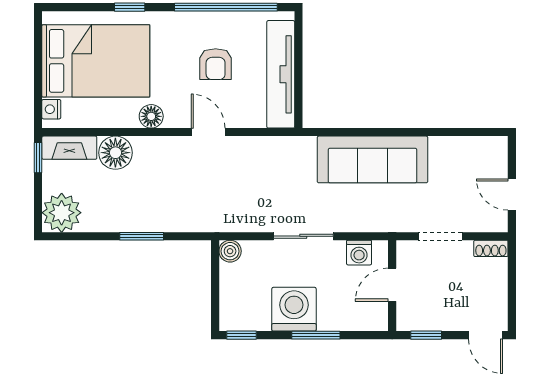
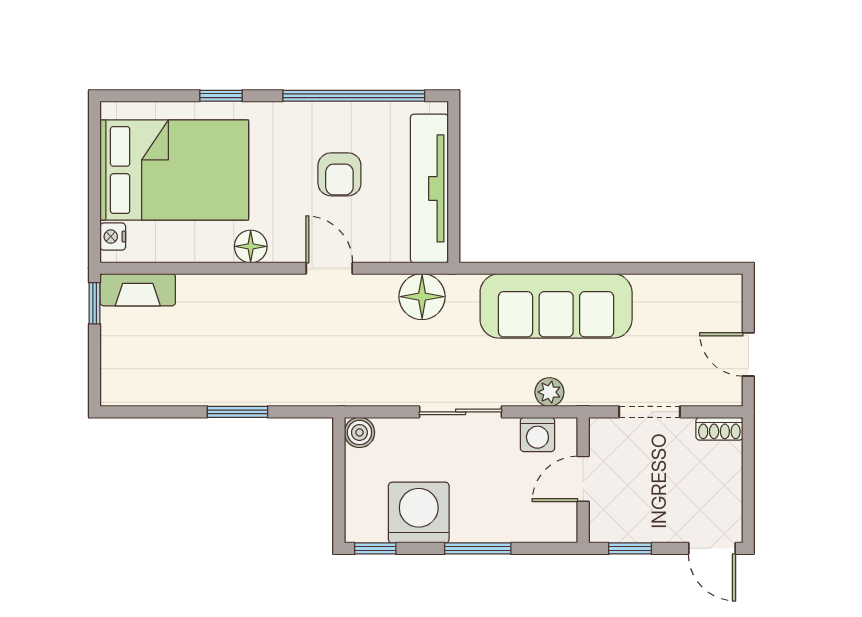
floor lamp: (115, 153) -> (422, 297), moved
plant: (62, 213) -> (549, 392), moved, width x0.53, depth x0.53
washing machine: (294, 309) -> (419, 513), moved

